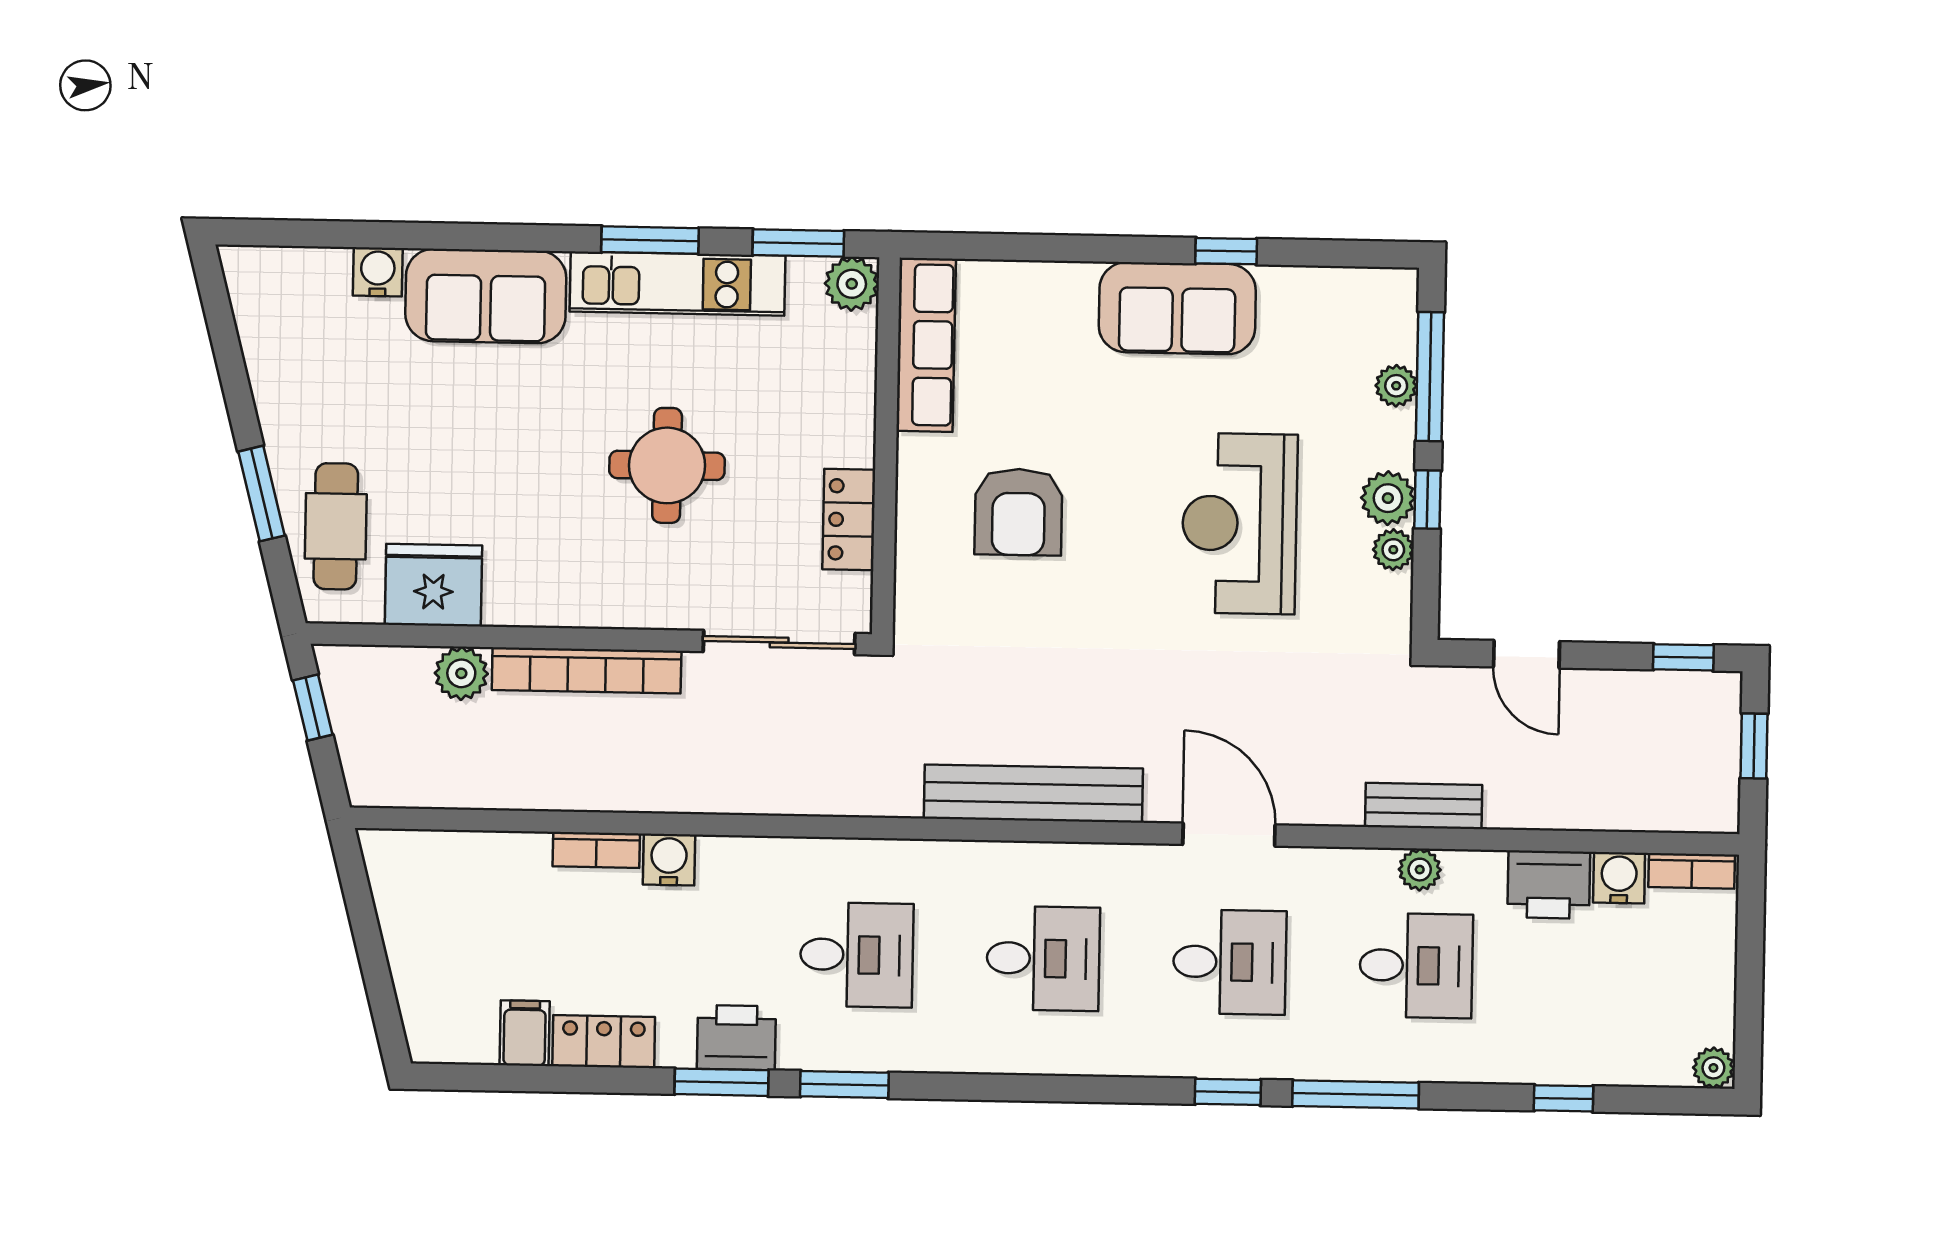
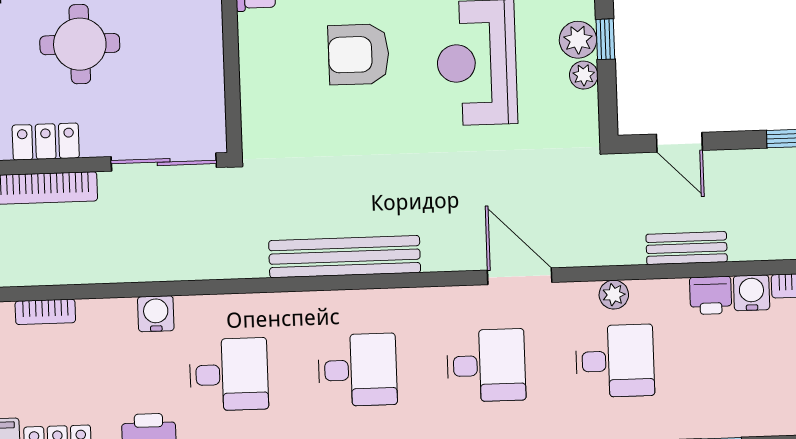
armchair: (1018, 512) -> (359, 54), moved, turned 90
locker: (849, 520) -> (46, 142), moved, turned 90
bench: (1424, 806) -> (687, 248), moved
door: (1229, 835) -> (520, 276), moved
water cooler: (669, 860) -> (156, 314), moved
printer: (1549, 885) -> (711, 295), width x0.73, depth x0.81

